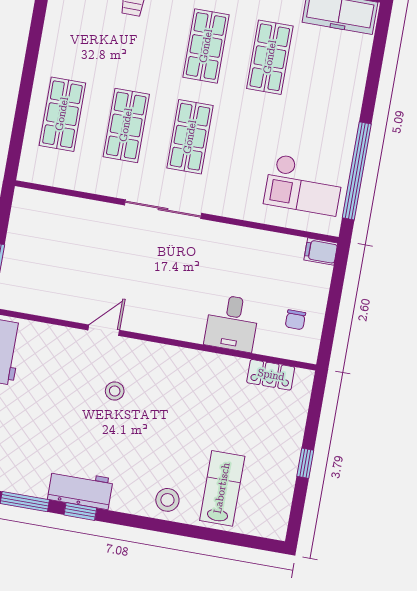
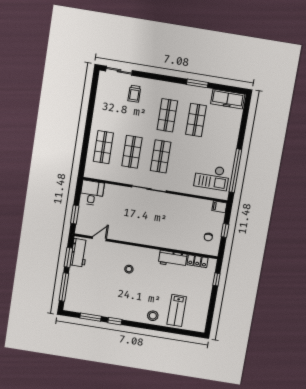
window: (333, 306) -> (225, 231), added
desk: (232, 323) -> (92, 193), moved, turned 180
door: (104, 330) -> (99, 239), moved
window: (305, 463) -> (216, 279), moved
lab bench: (222, 488) -> (177, 310), turned 180
workbench: (80, 489) -> (173, 259), moved, turned 180

